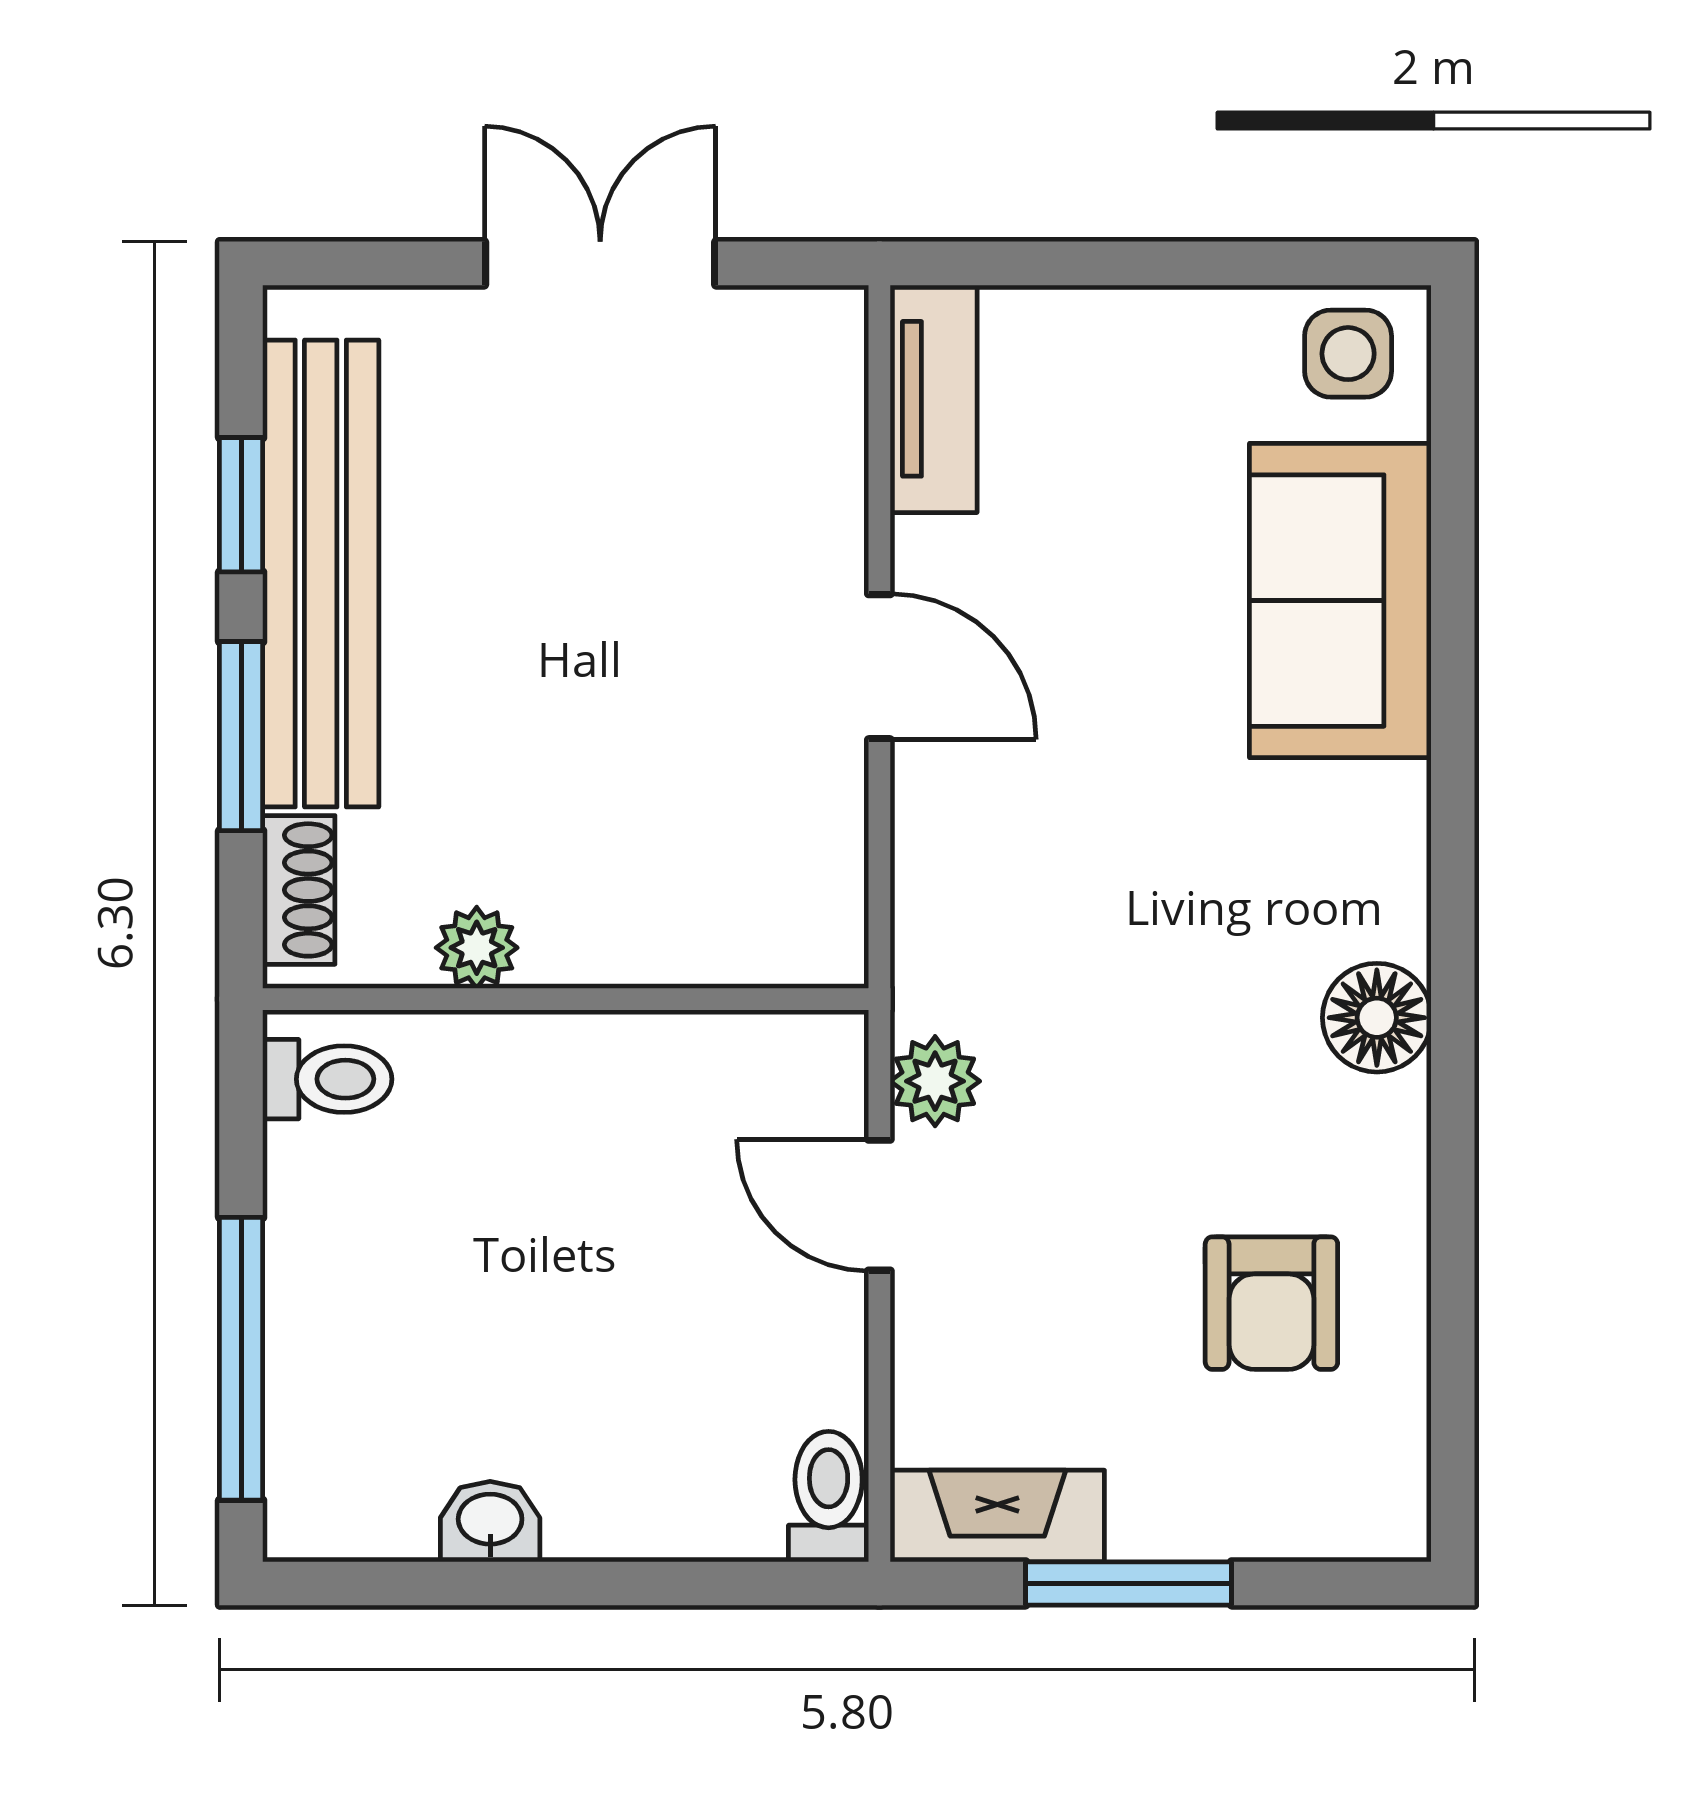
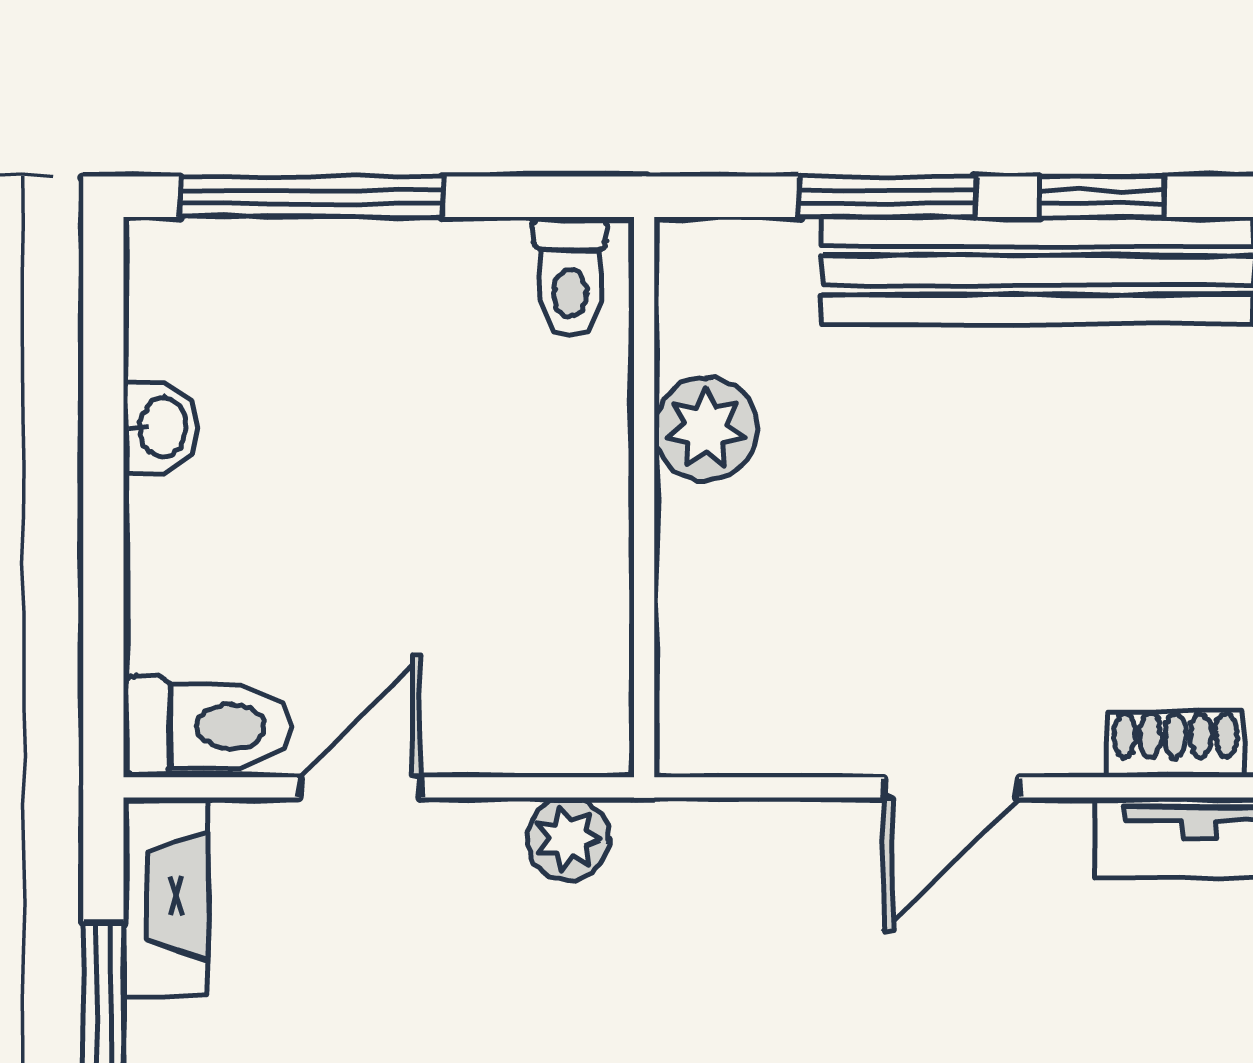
shoe rack: (299, 890) -> (1175, 744), moved, turned 180
plant: (477, 948) -> (706, 429), width x1.38, depth x1.38
door: (879, 1205) -> (360, 787), moved
toilet: (829, 1497) -> (207, 727), width x1.37, depth x1.39

